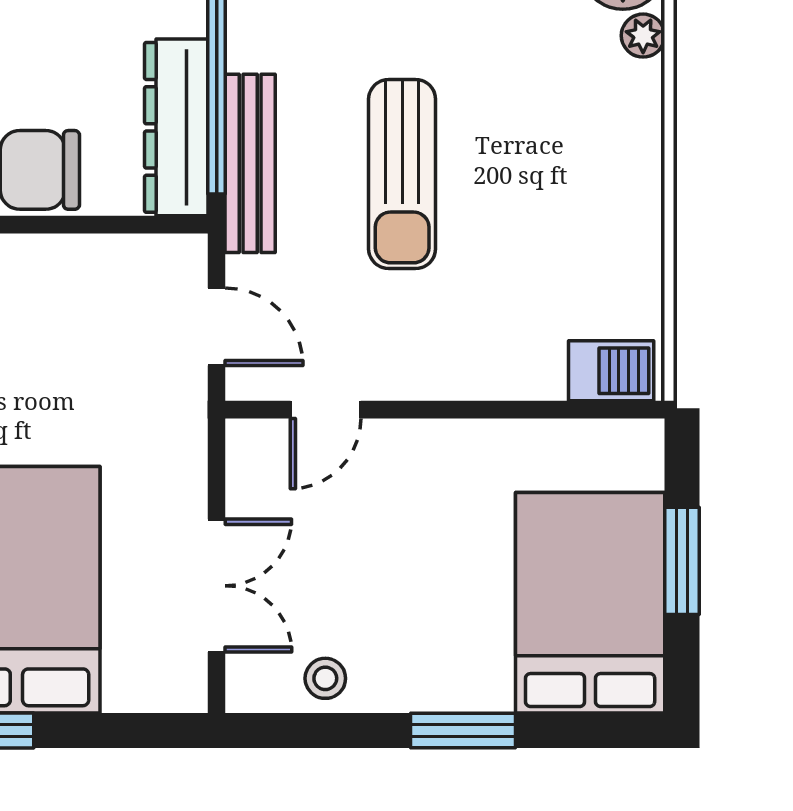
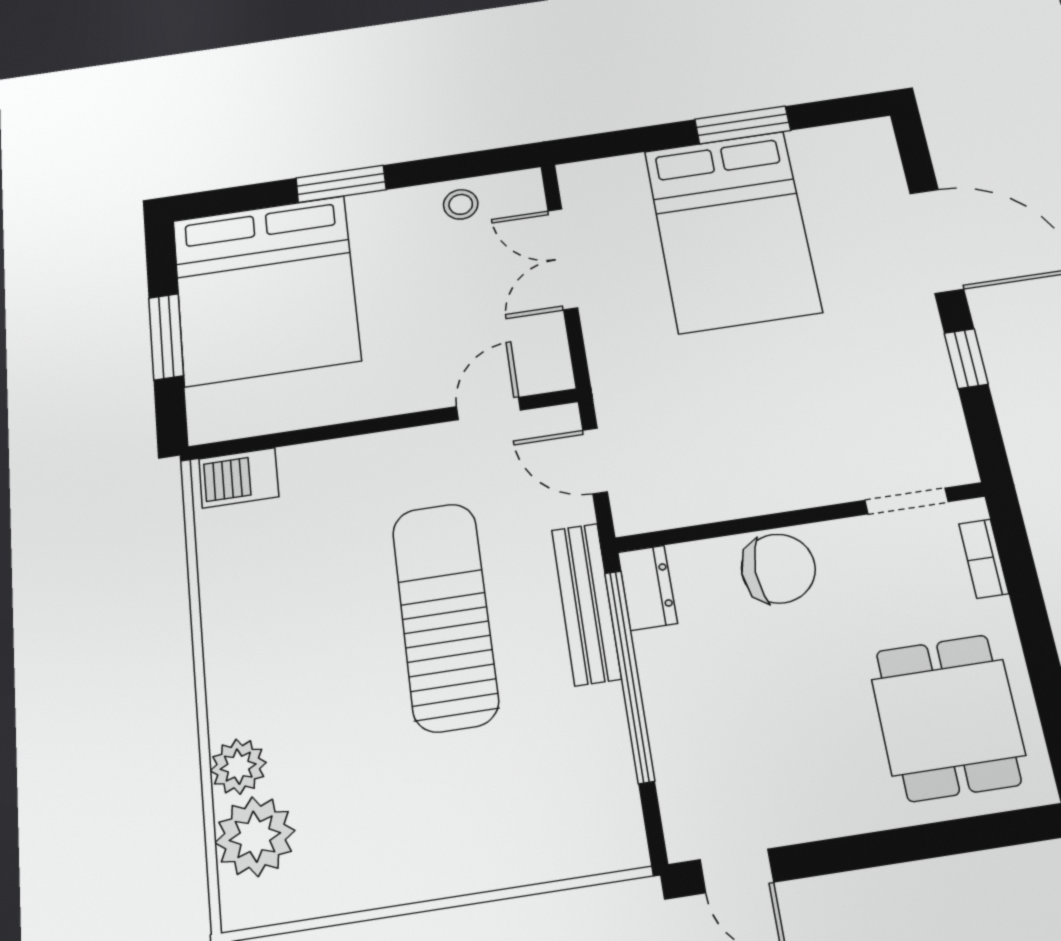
plant: (643, 36) -> (238, 767), width x1.38, depth x1.38
dresser: (176, 127) -> (647, 588), width x0.51, depth x0.80
sun lounger: (402, 174) -> (445, 616), width x1.36, depth x1.34
bed: (590, 603) -> (266, 290), width x1.36

